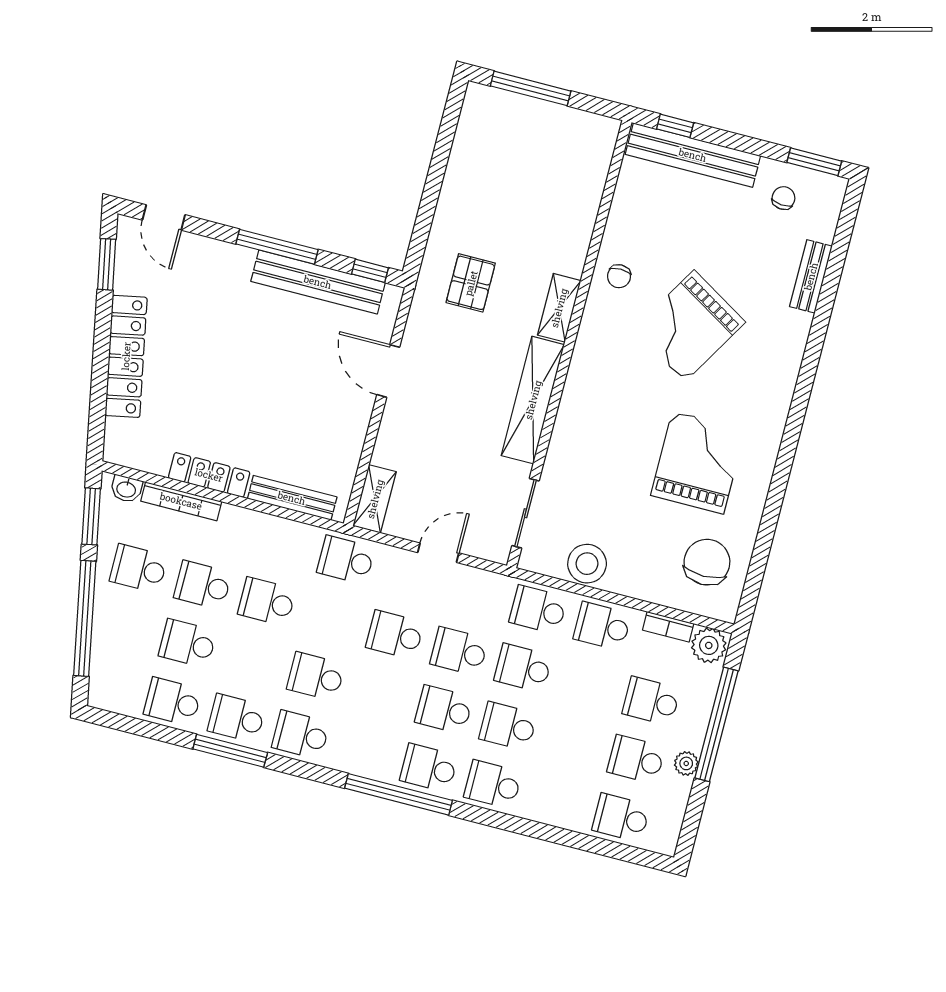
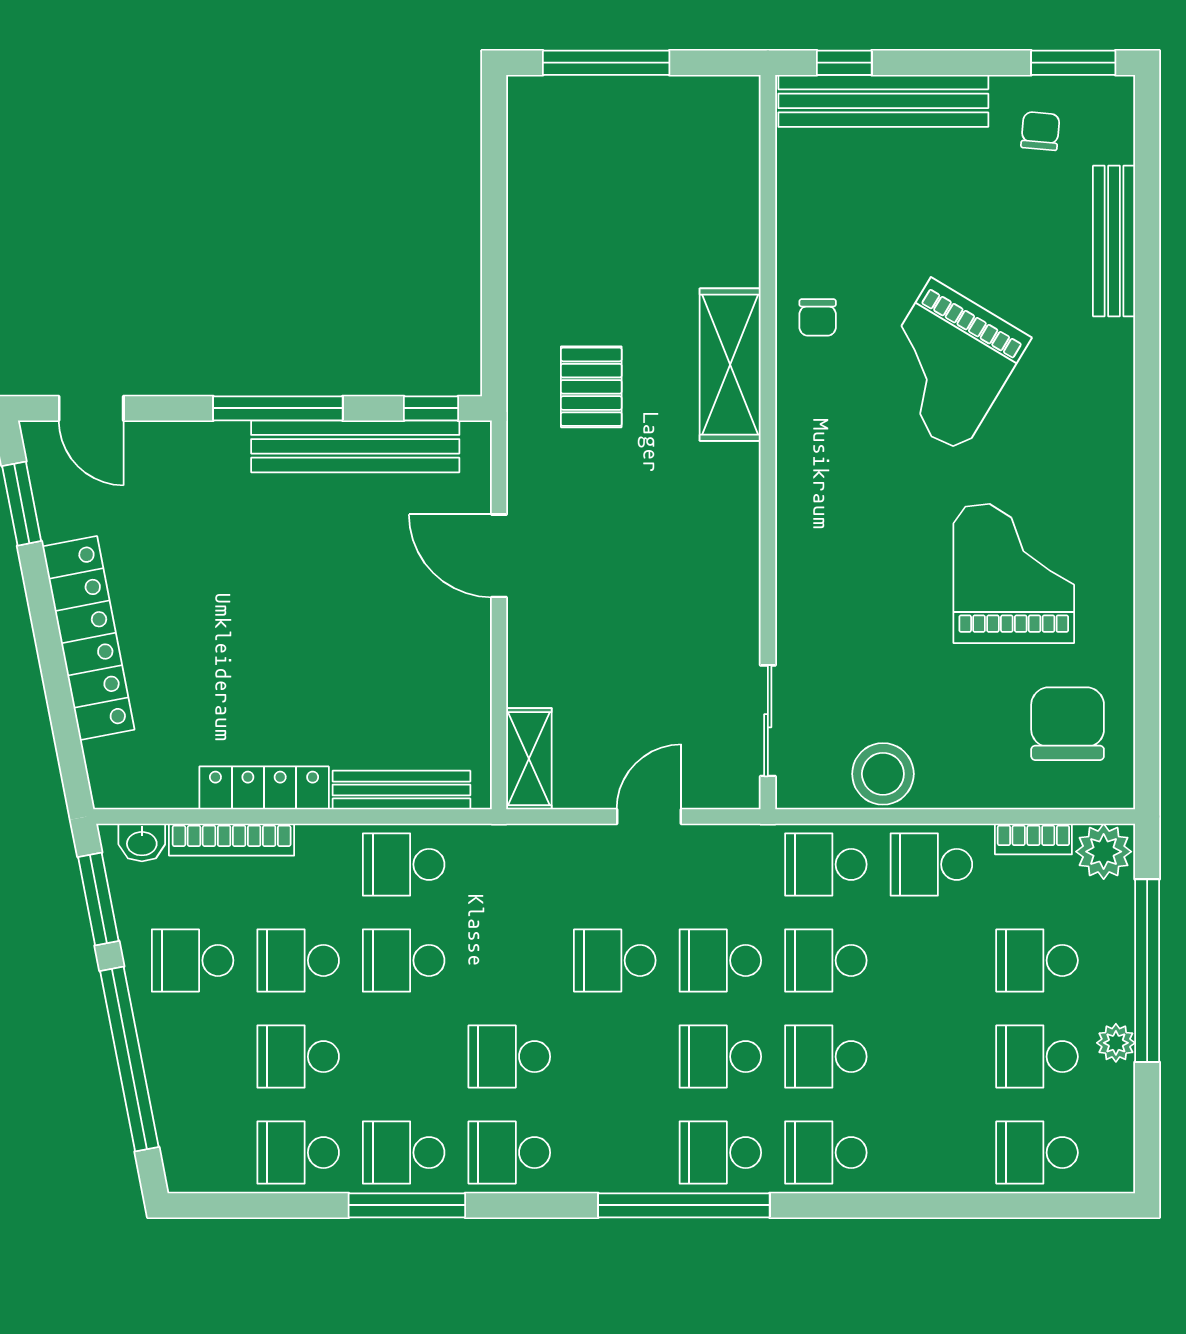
bench: (811, 276) -> (1114, 241), width x1.36
shelving: (559, 308) -> (730, 365), width x1.50, depth x1.33
shelving: (533, 400) -> (734, 543), removed
school desk: (346, 560) -> (404, 864), moved

